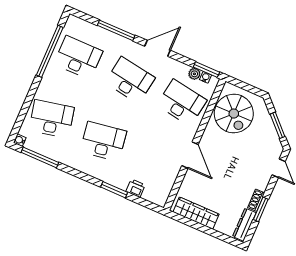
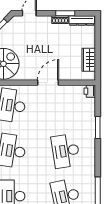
printer: (135, 188) -> (90, 91), moved
wardrobe: (196, 213) -> (89, 60), width x0.67

